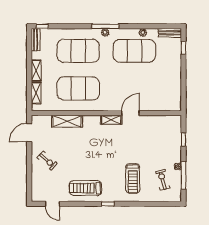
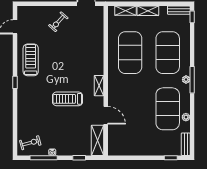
door: (130, 113) -> (106, 115), moved
shelving: (67, 121) -> (97, 140), moved
treadmill: (133, 178) -> (68, 99), moved
exercise bike: (163, 180) -> (30, 143), moved

